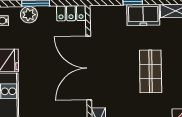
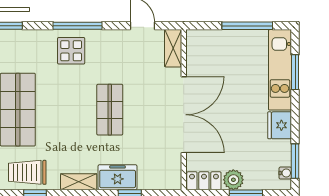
plant: (29, 15) -> (233, 180), moved

